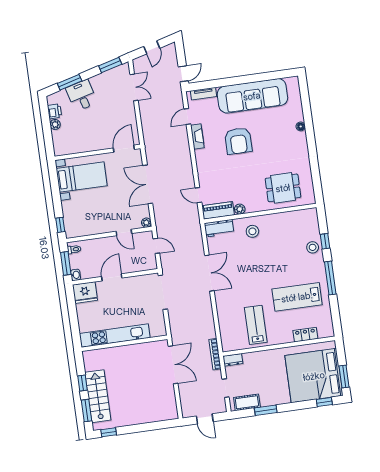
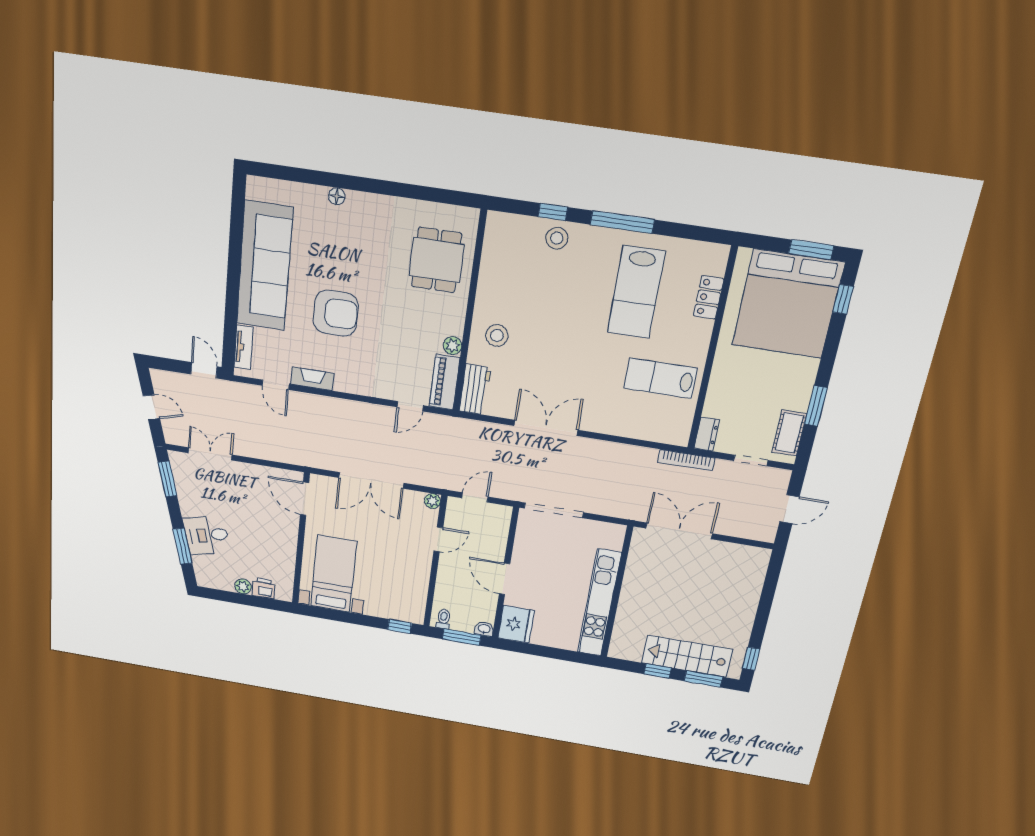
printer: (54, 111) -> (264, 588), moved

